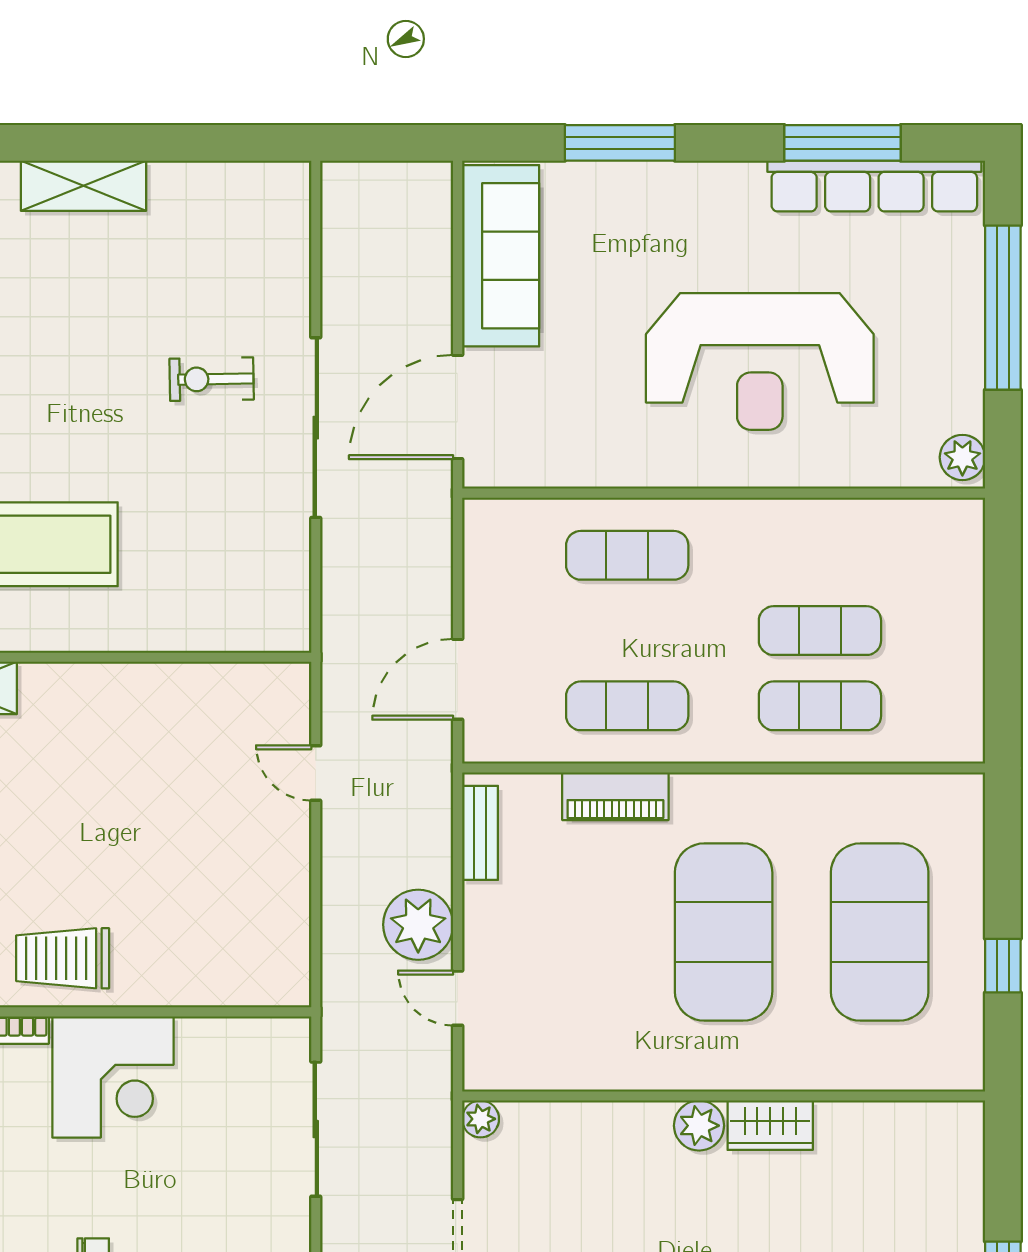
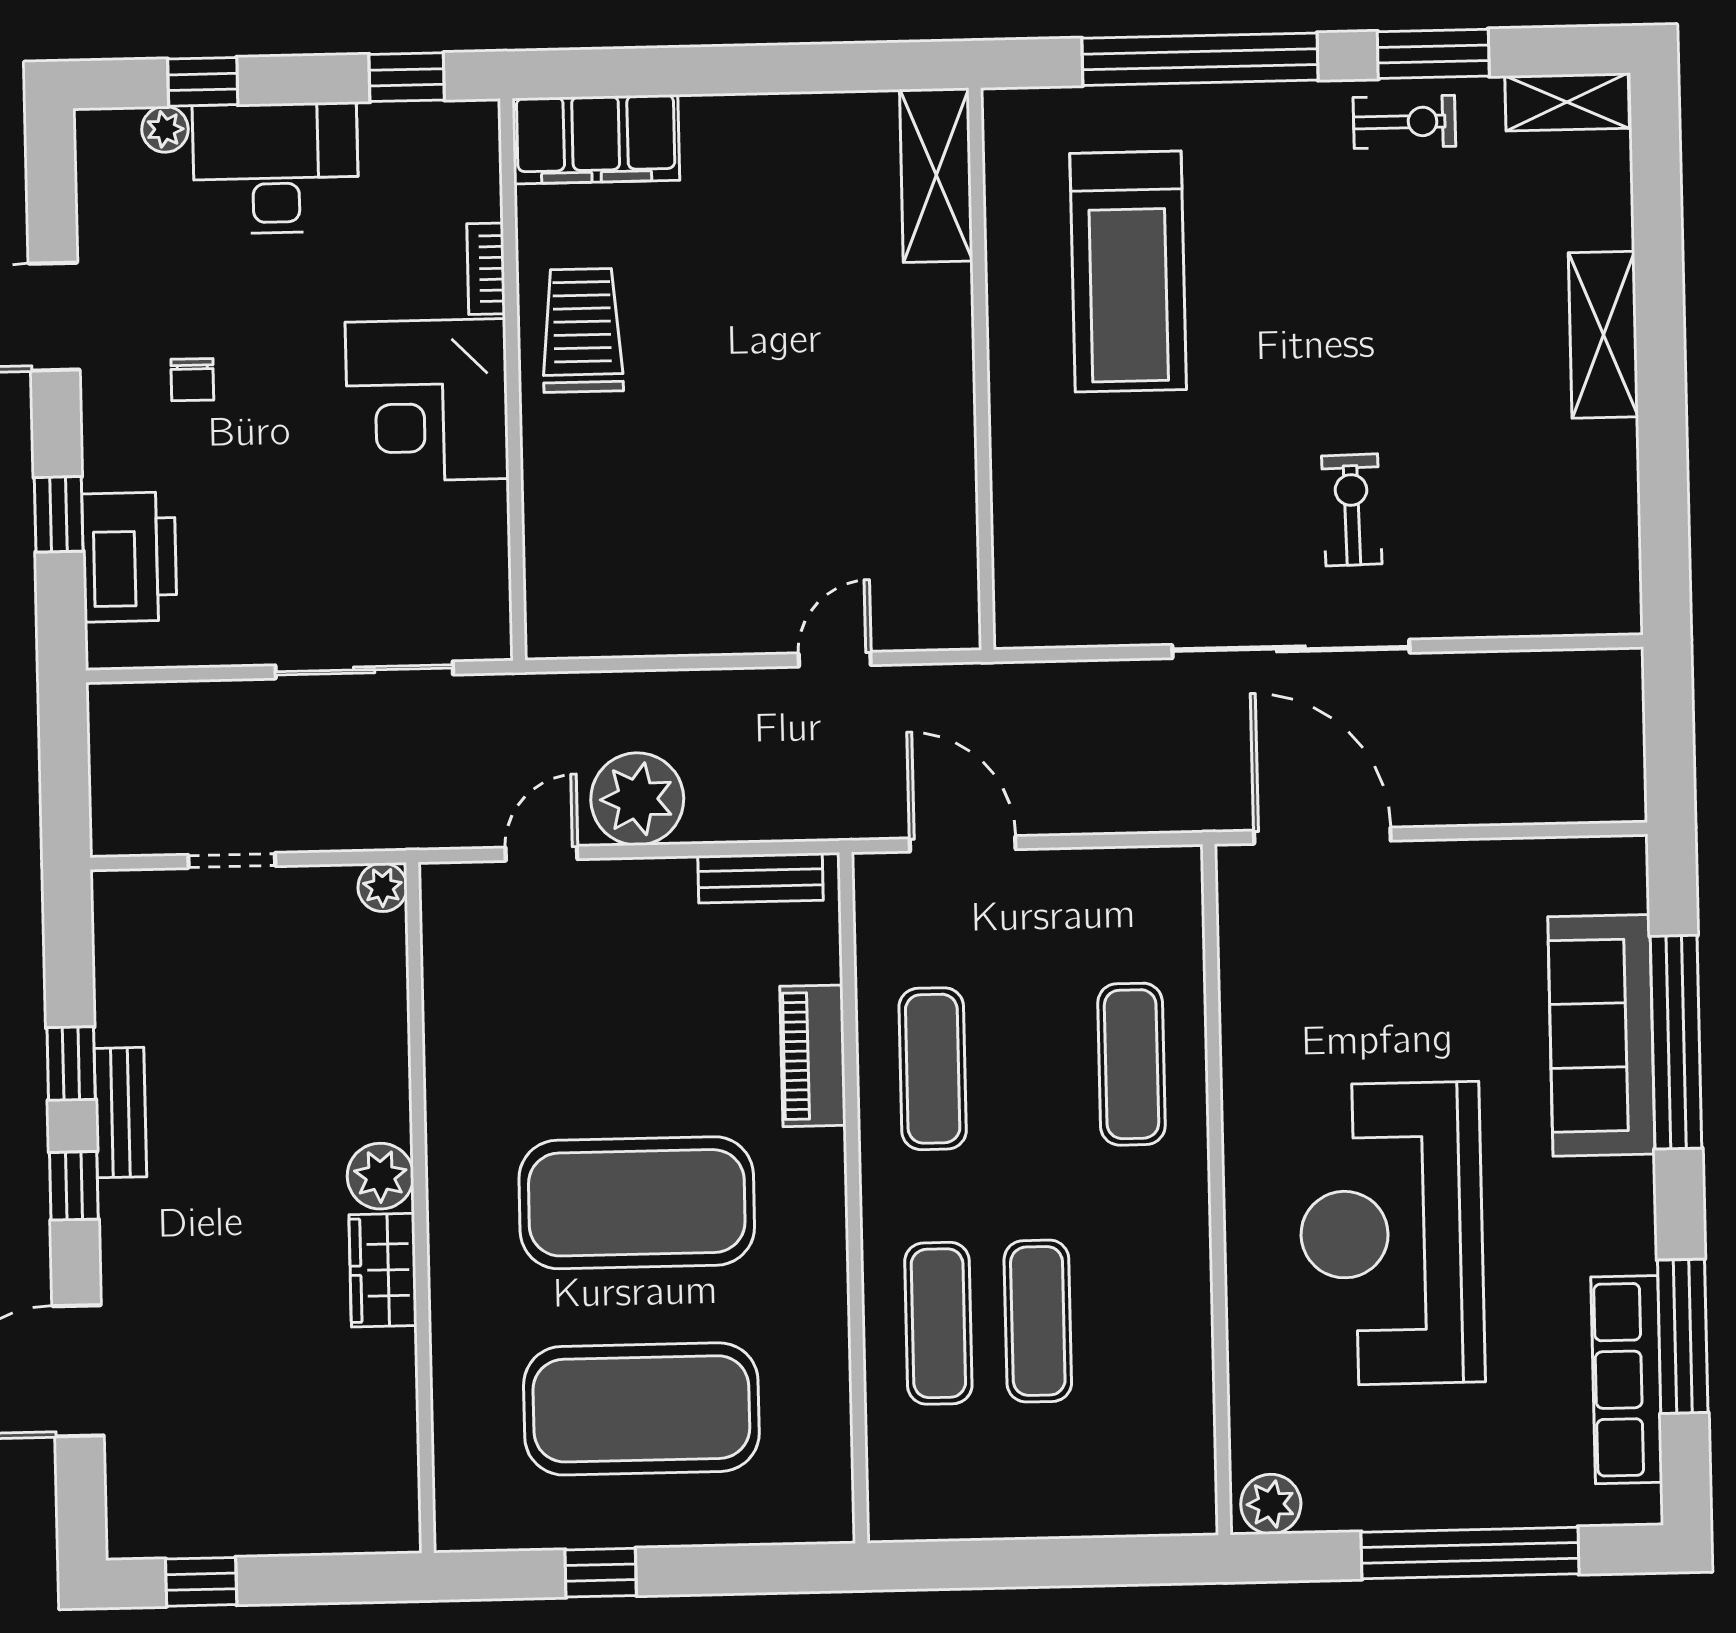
window: (620, 143) -> (1676, 1042), width x1.46
row of seats: (874, 186) -> (1627, 1380), width x0.73
sofa: (501, 256) -> (1601, 1035), moved, turned 90

